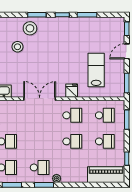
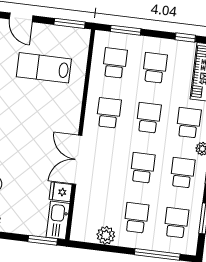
fridge: (72, 91) -> (61, 192), moved
school desk: (40, 141) -> (142, 168), added
school desk: (72, 167) -> (189, 123), added

